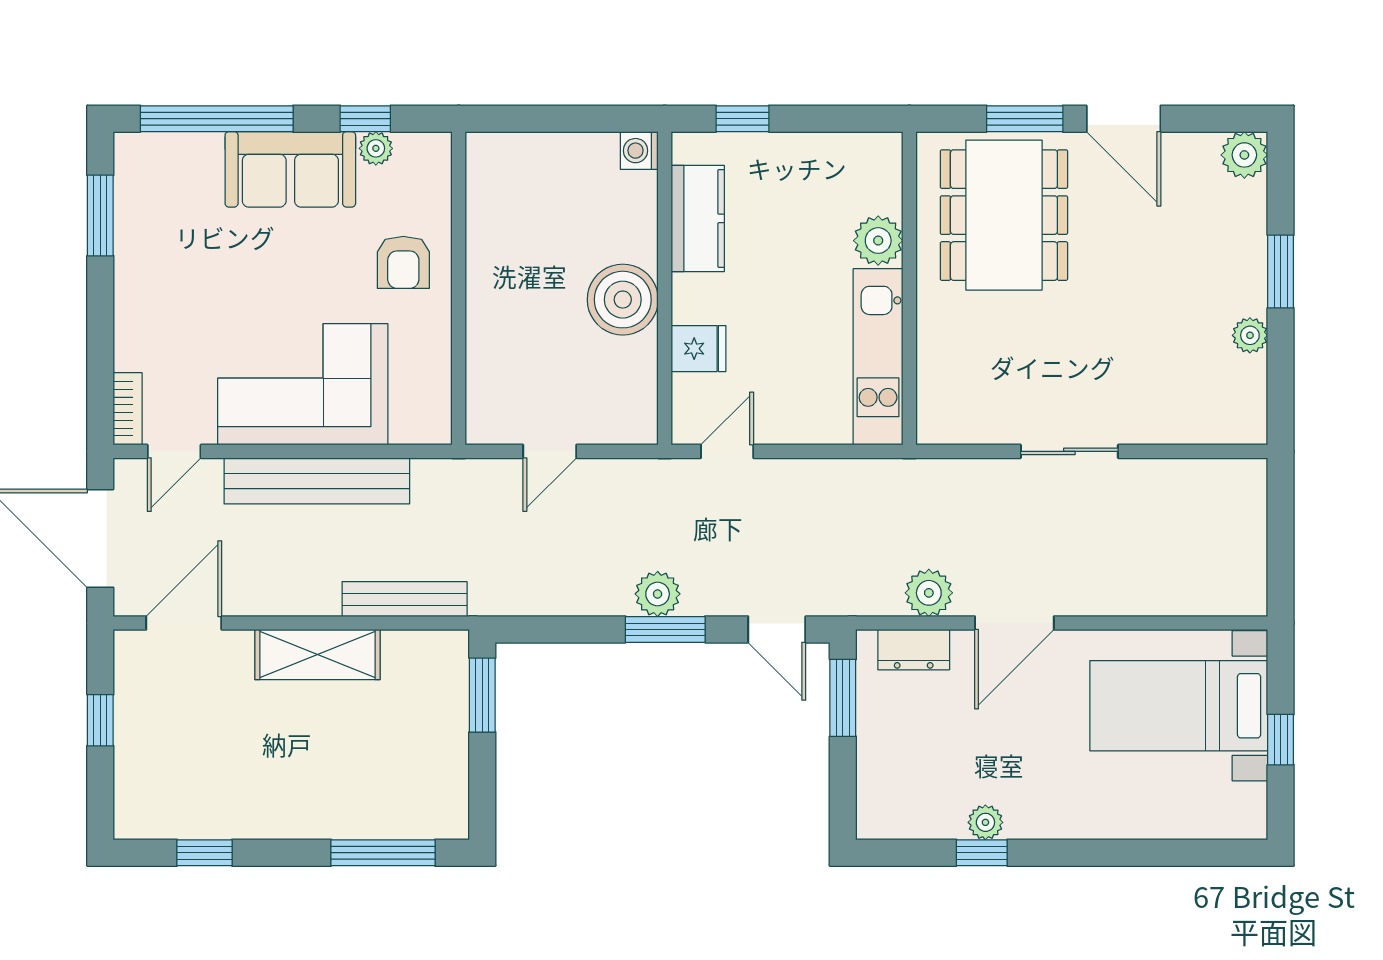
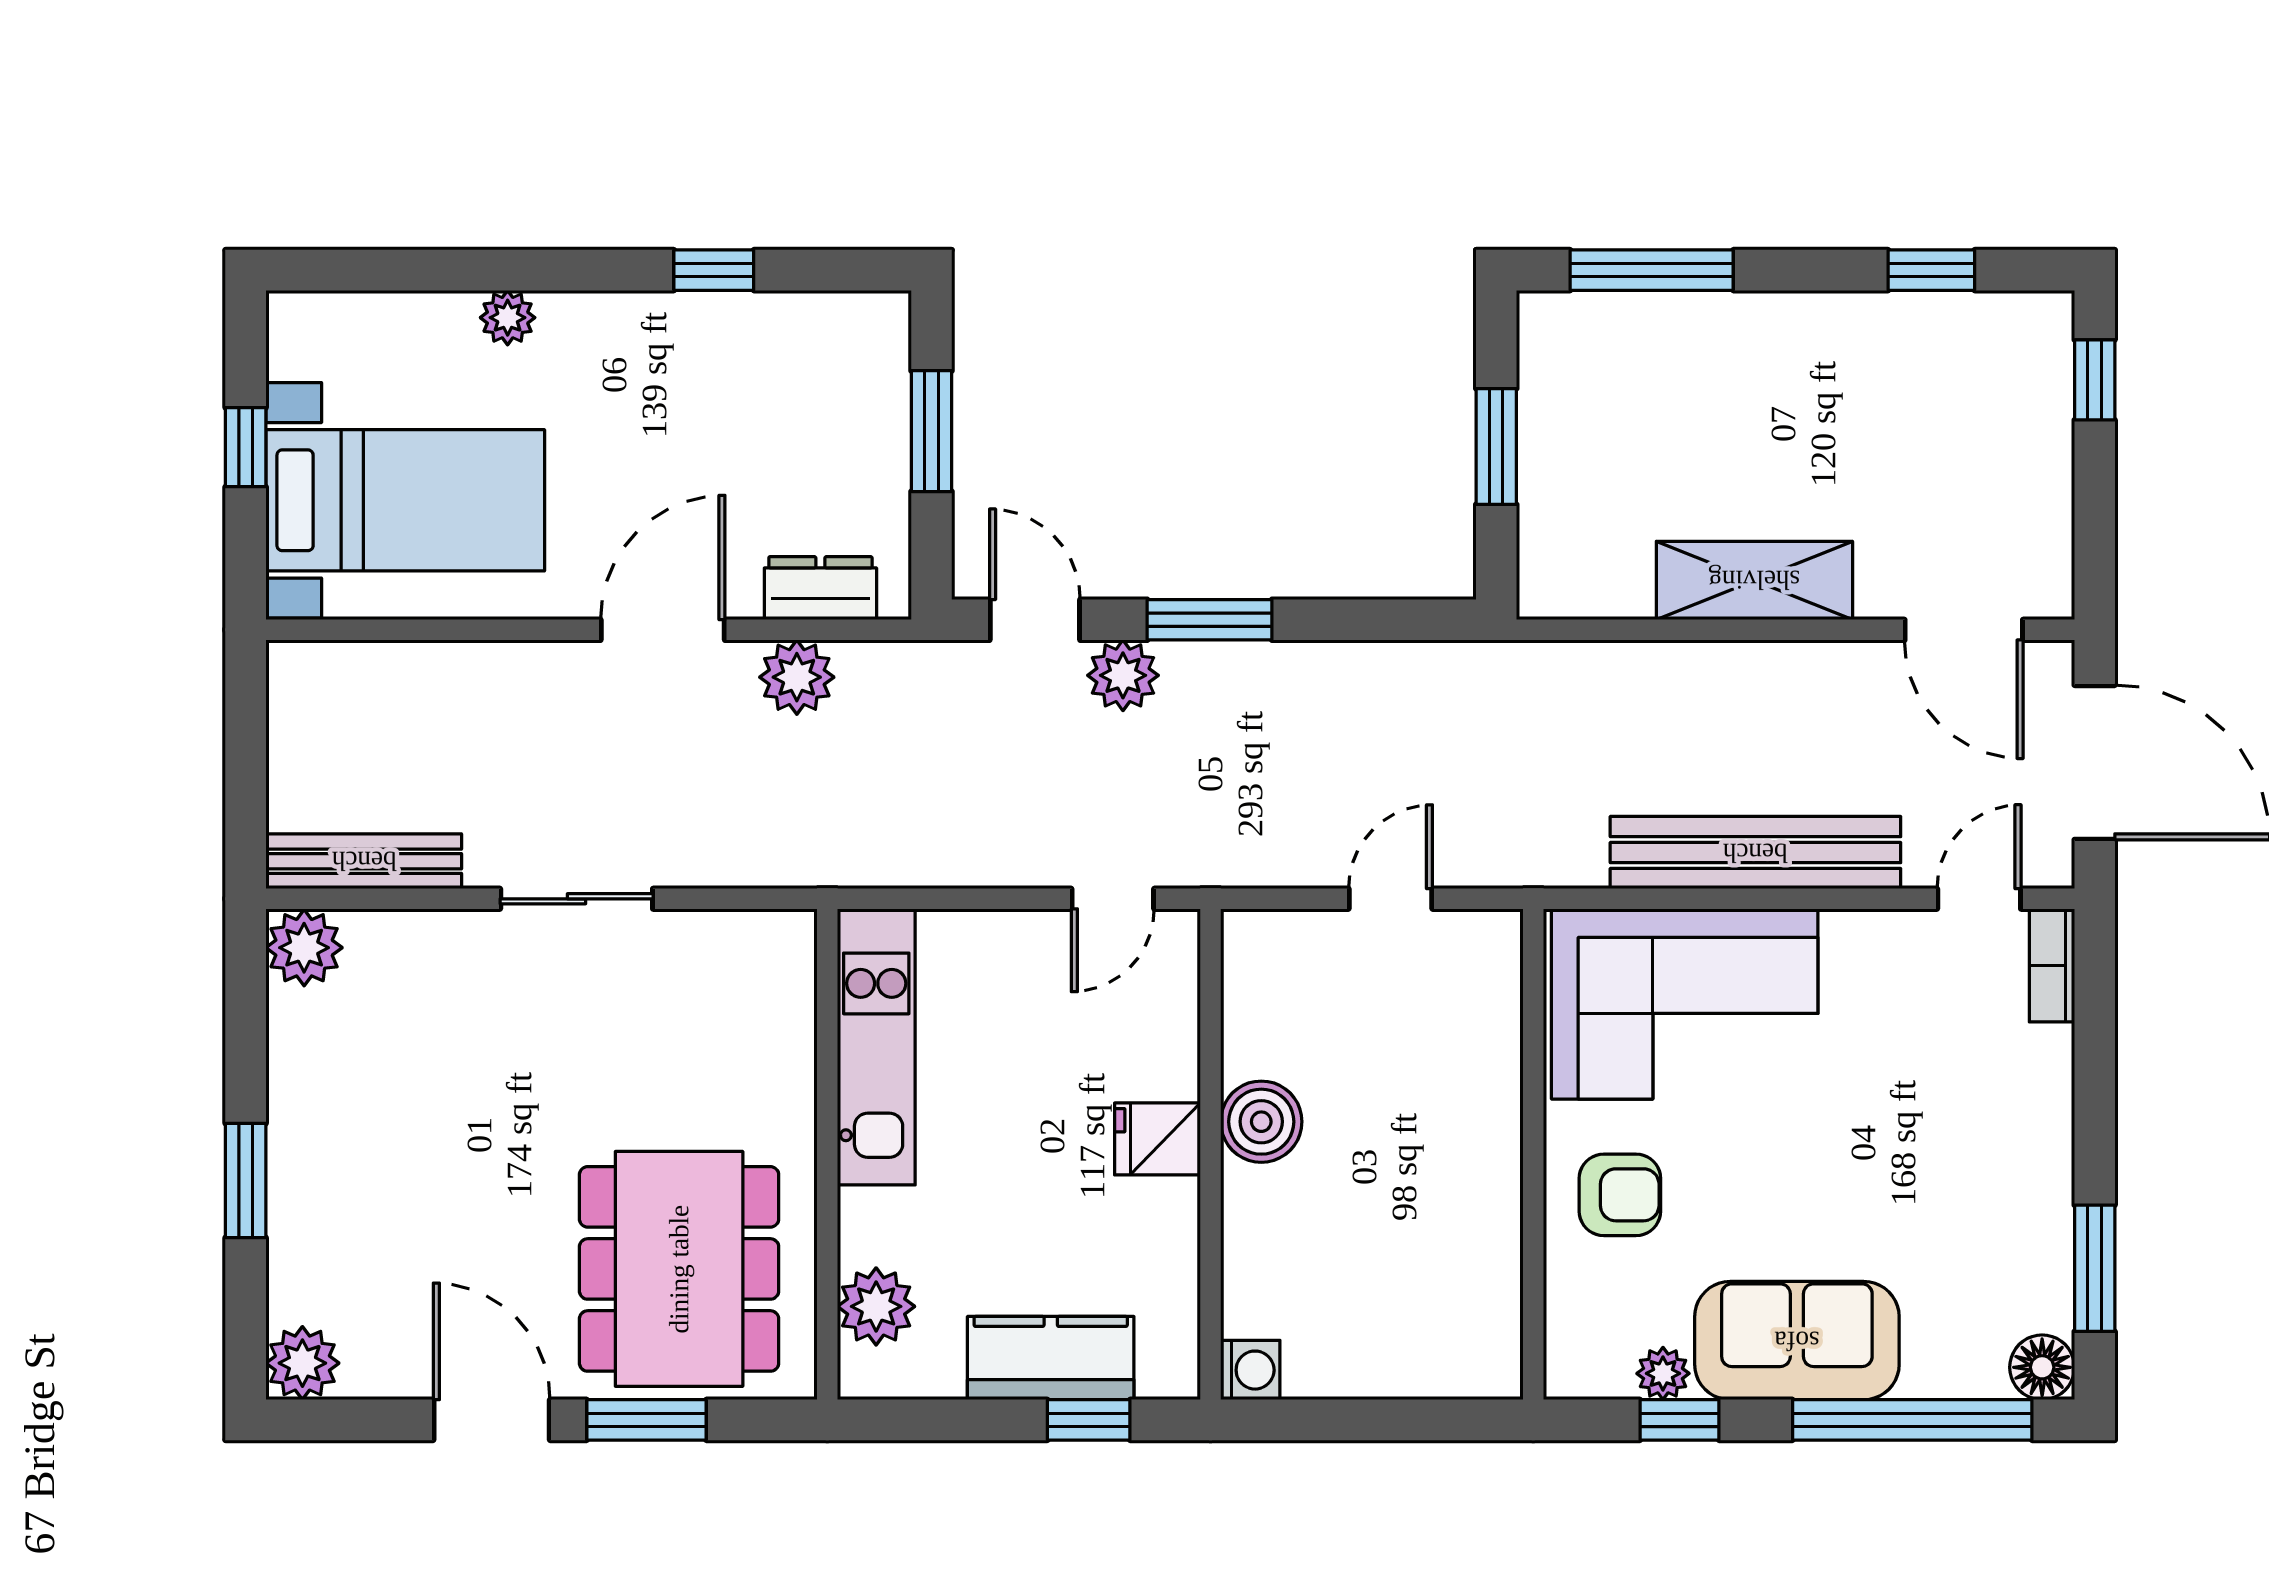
floor lamp: (134, 152) -> (2042, 1367), added
kitchen counter: (698, 218) -> (1051, 1358), moved, turned 90
plant: (878, 241) -> (876, 1306), moved
armchair: (403, 262) -> (1620, 1195), turned 90
boiler: (623, 300) -> (1261, 1122), width x0.73, depth x0.73
plant: (1250, 335) -> (304, 948), moved, width x1.38, depth x1.38
fridge: (699, 349) -> (1157, 1139), moved
corner sofa: (303, 384) -> (1685, 1004), moved
plant: (658, 594) -> (1123, 675), moved
bench: (405, 599) -> (364, 861), moved
door: (184, 623) -> (1964, 630), hinge flipped
window: (482, 695) -> (1496, 446), moved
window: (843, 698) -> (931, 431), moved
window: (100, 720) -> (2095, 380), moved
plant: (985, 822) -> (508, 318), moved

